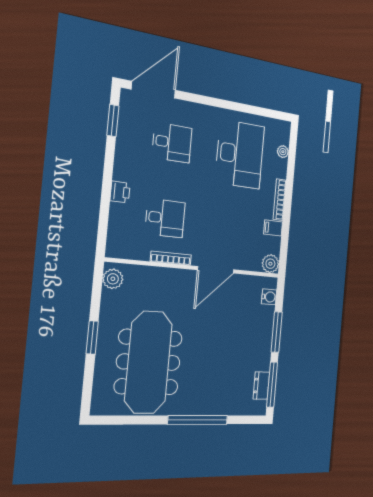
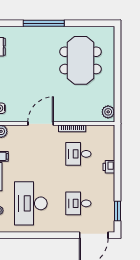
window: (92, 338) -> (117, 74), removed
meeting table: (149, 362) -> (81, 60), width x0.73

